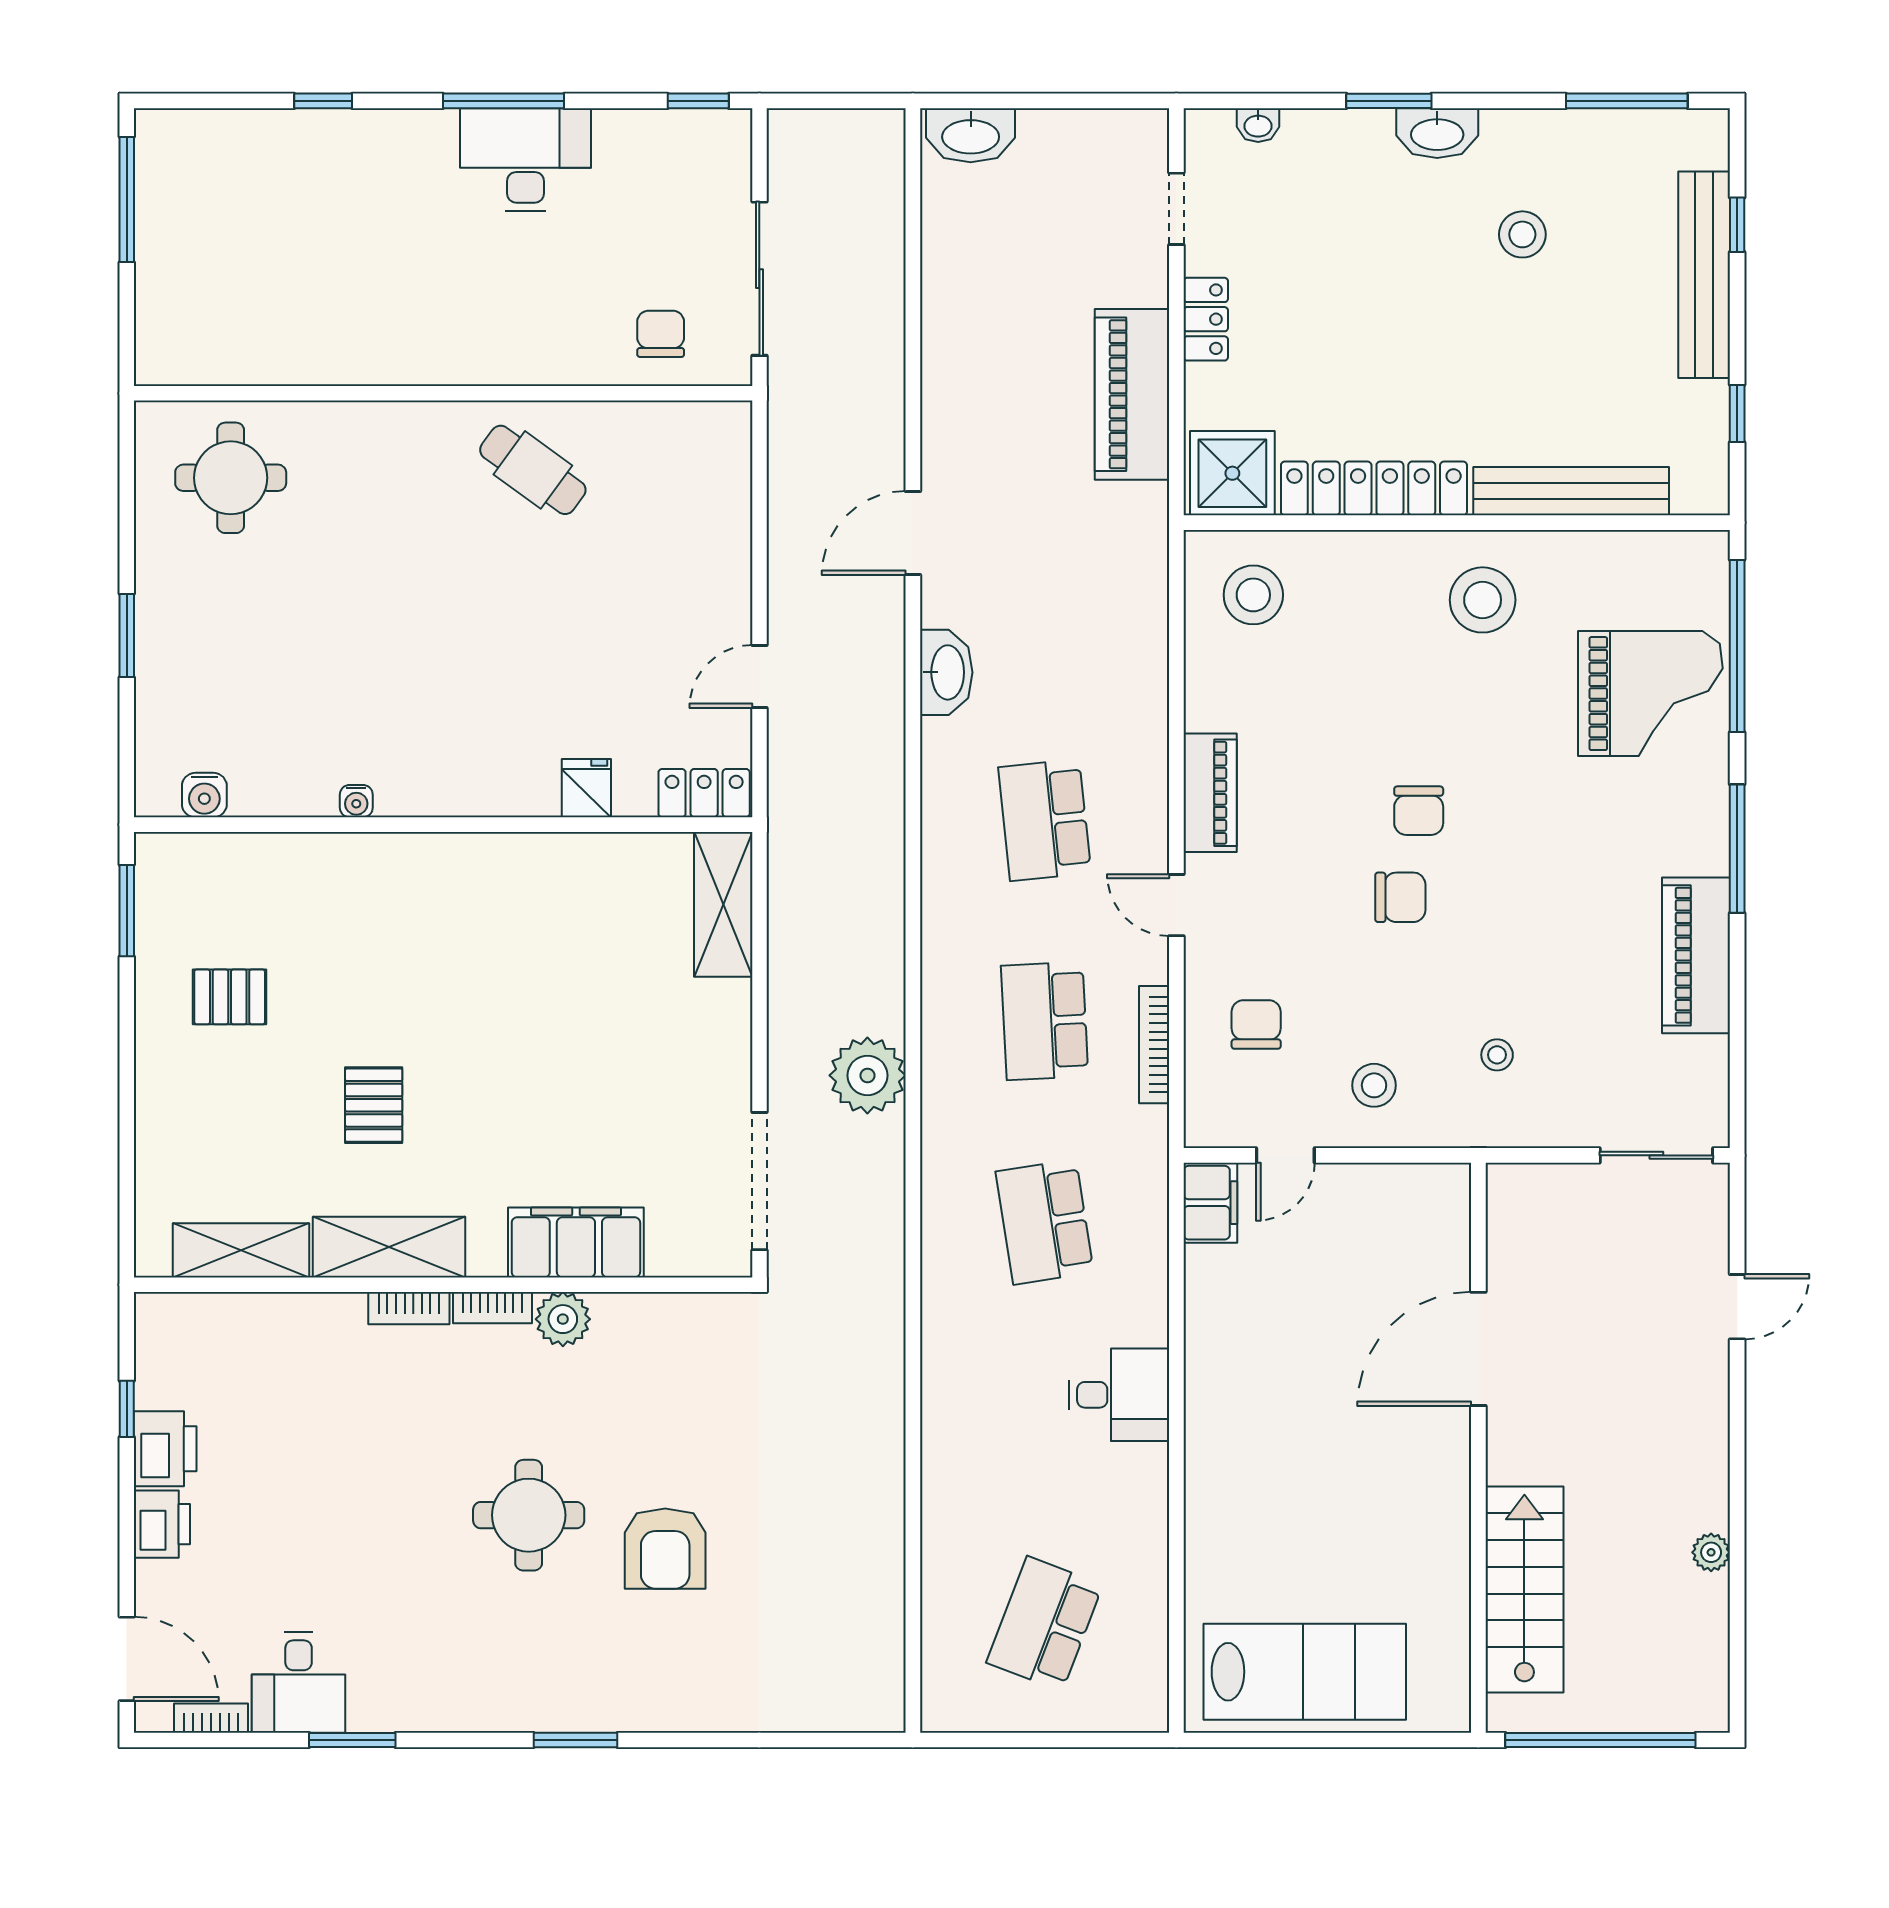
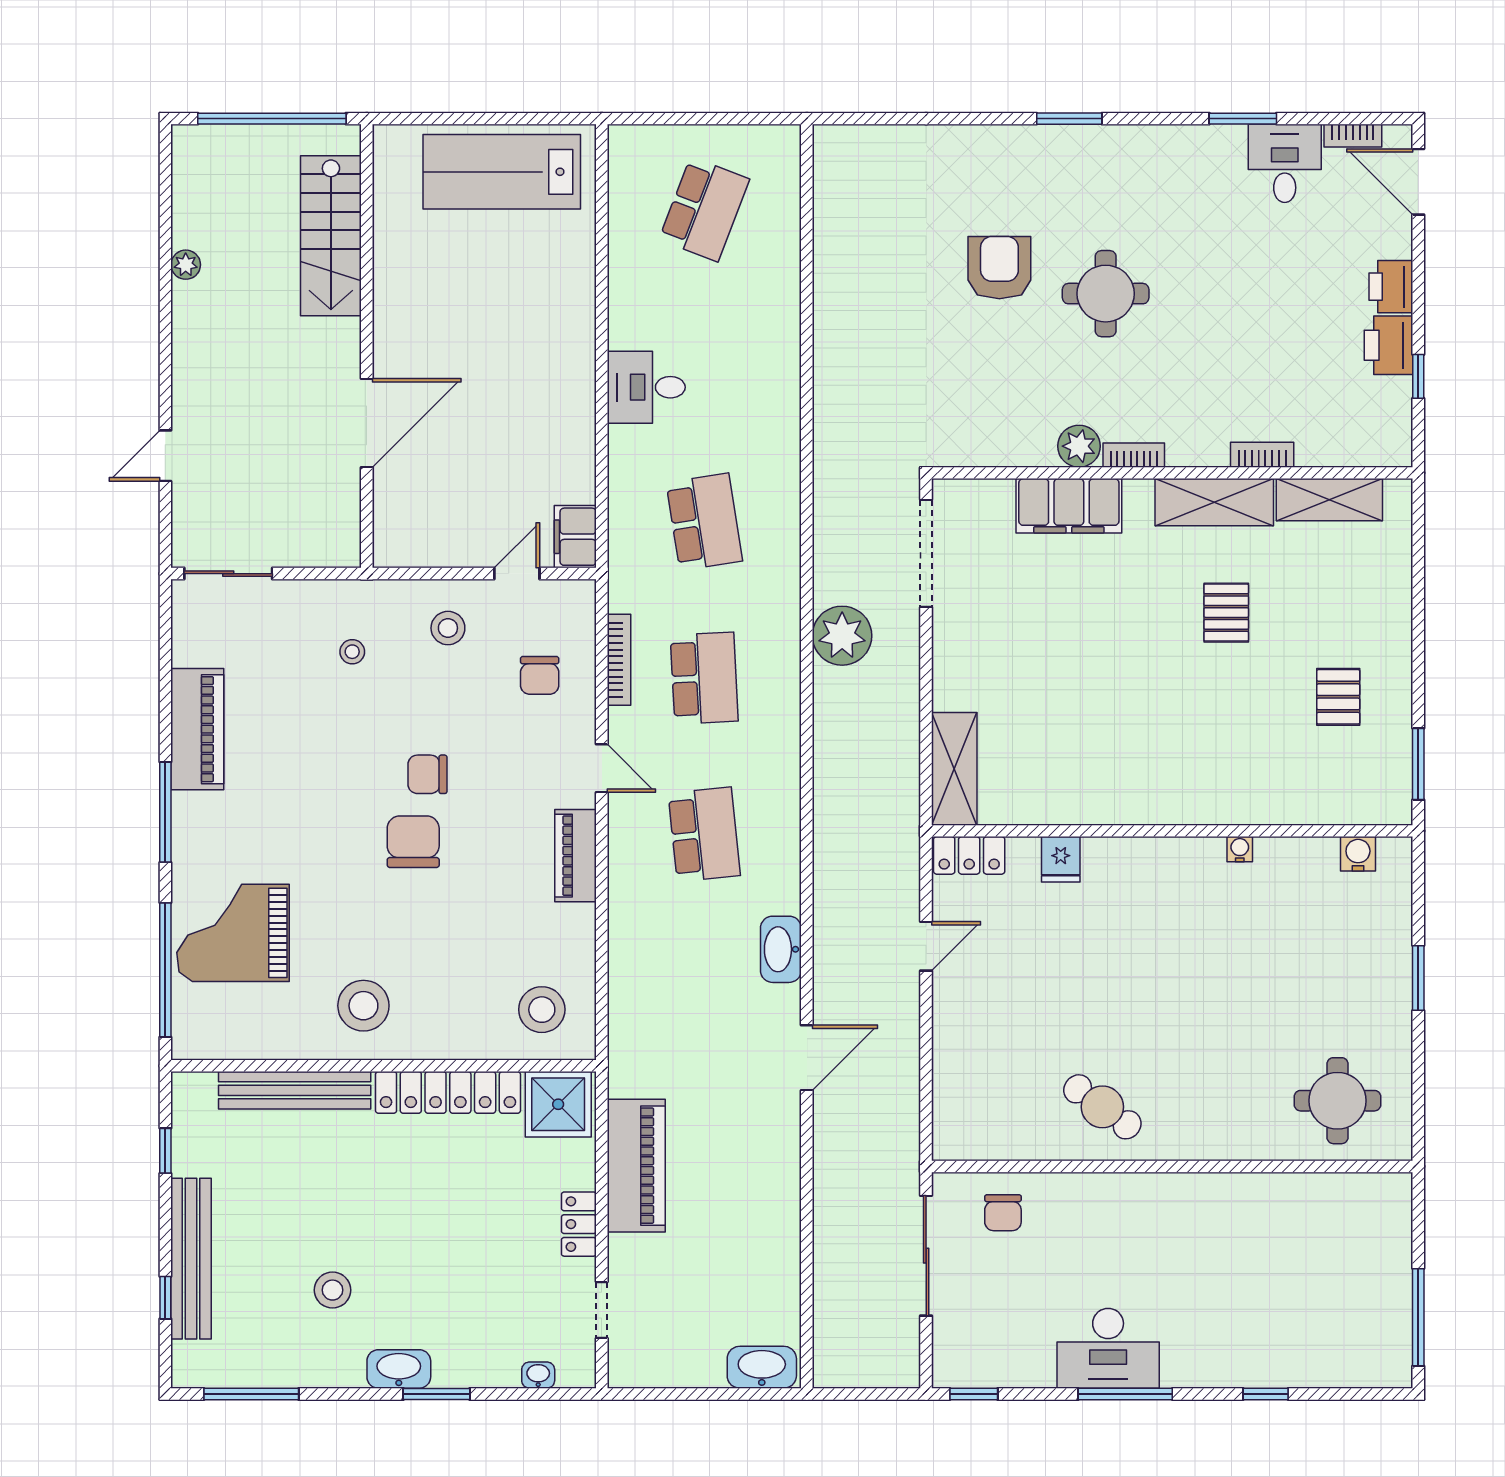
chair: (1419, 811) -> (413, 842), width x1.37, depth x1.37
pallet: (230, 997) -> (1338, 697), turned 90
bookcase: (409, 1308) -> (1262, 455), moved

